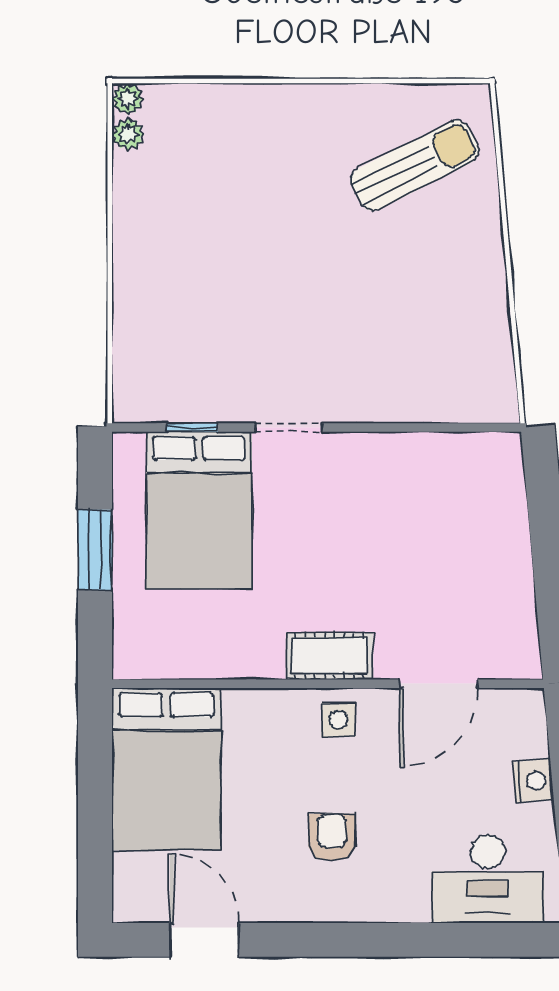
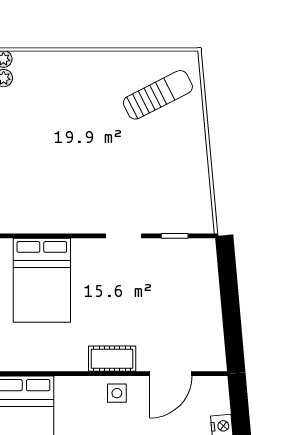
window: (192, 428) -> (175, 236), moved
doorway: (289, 428) -> (124, 236), moved

